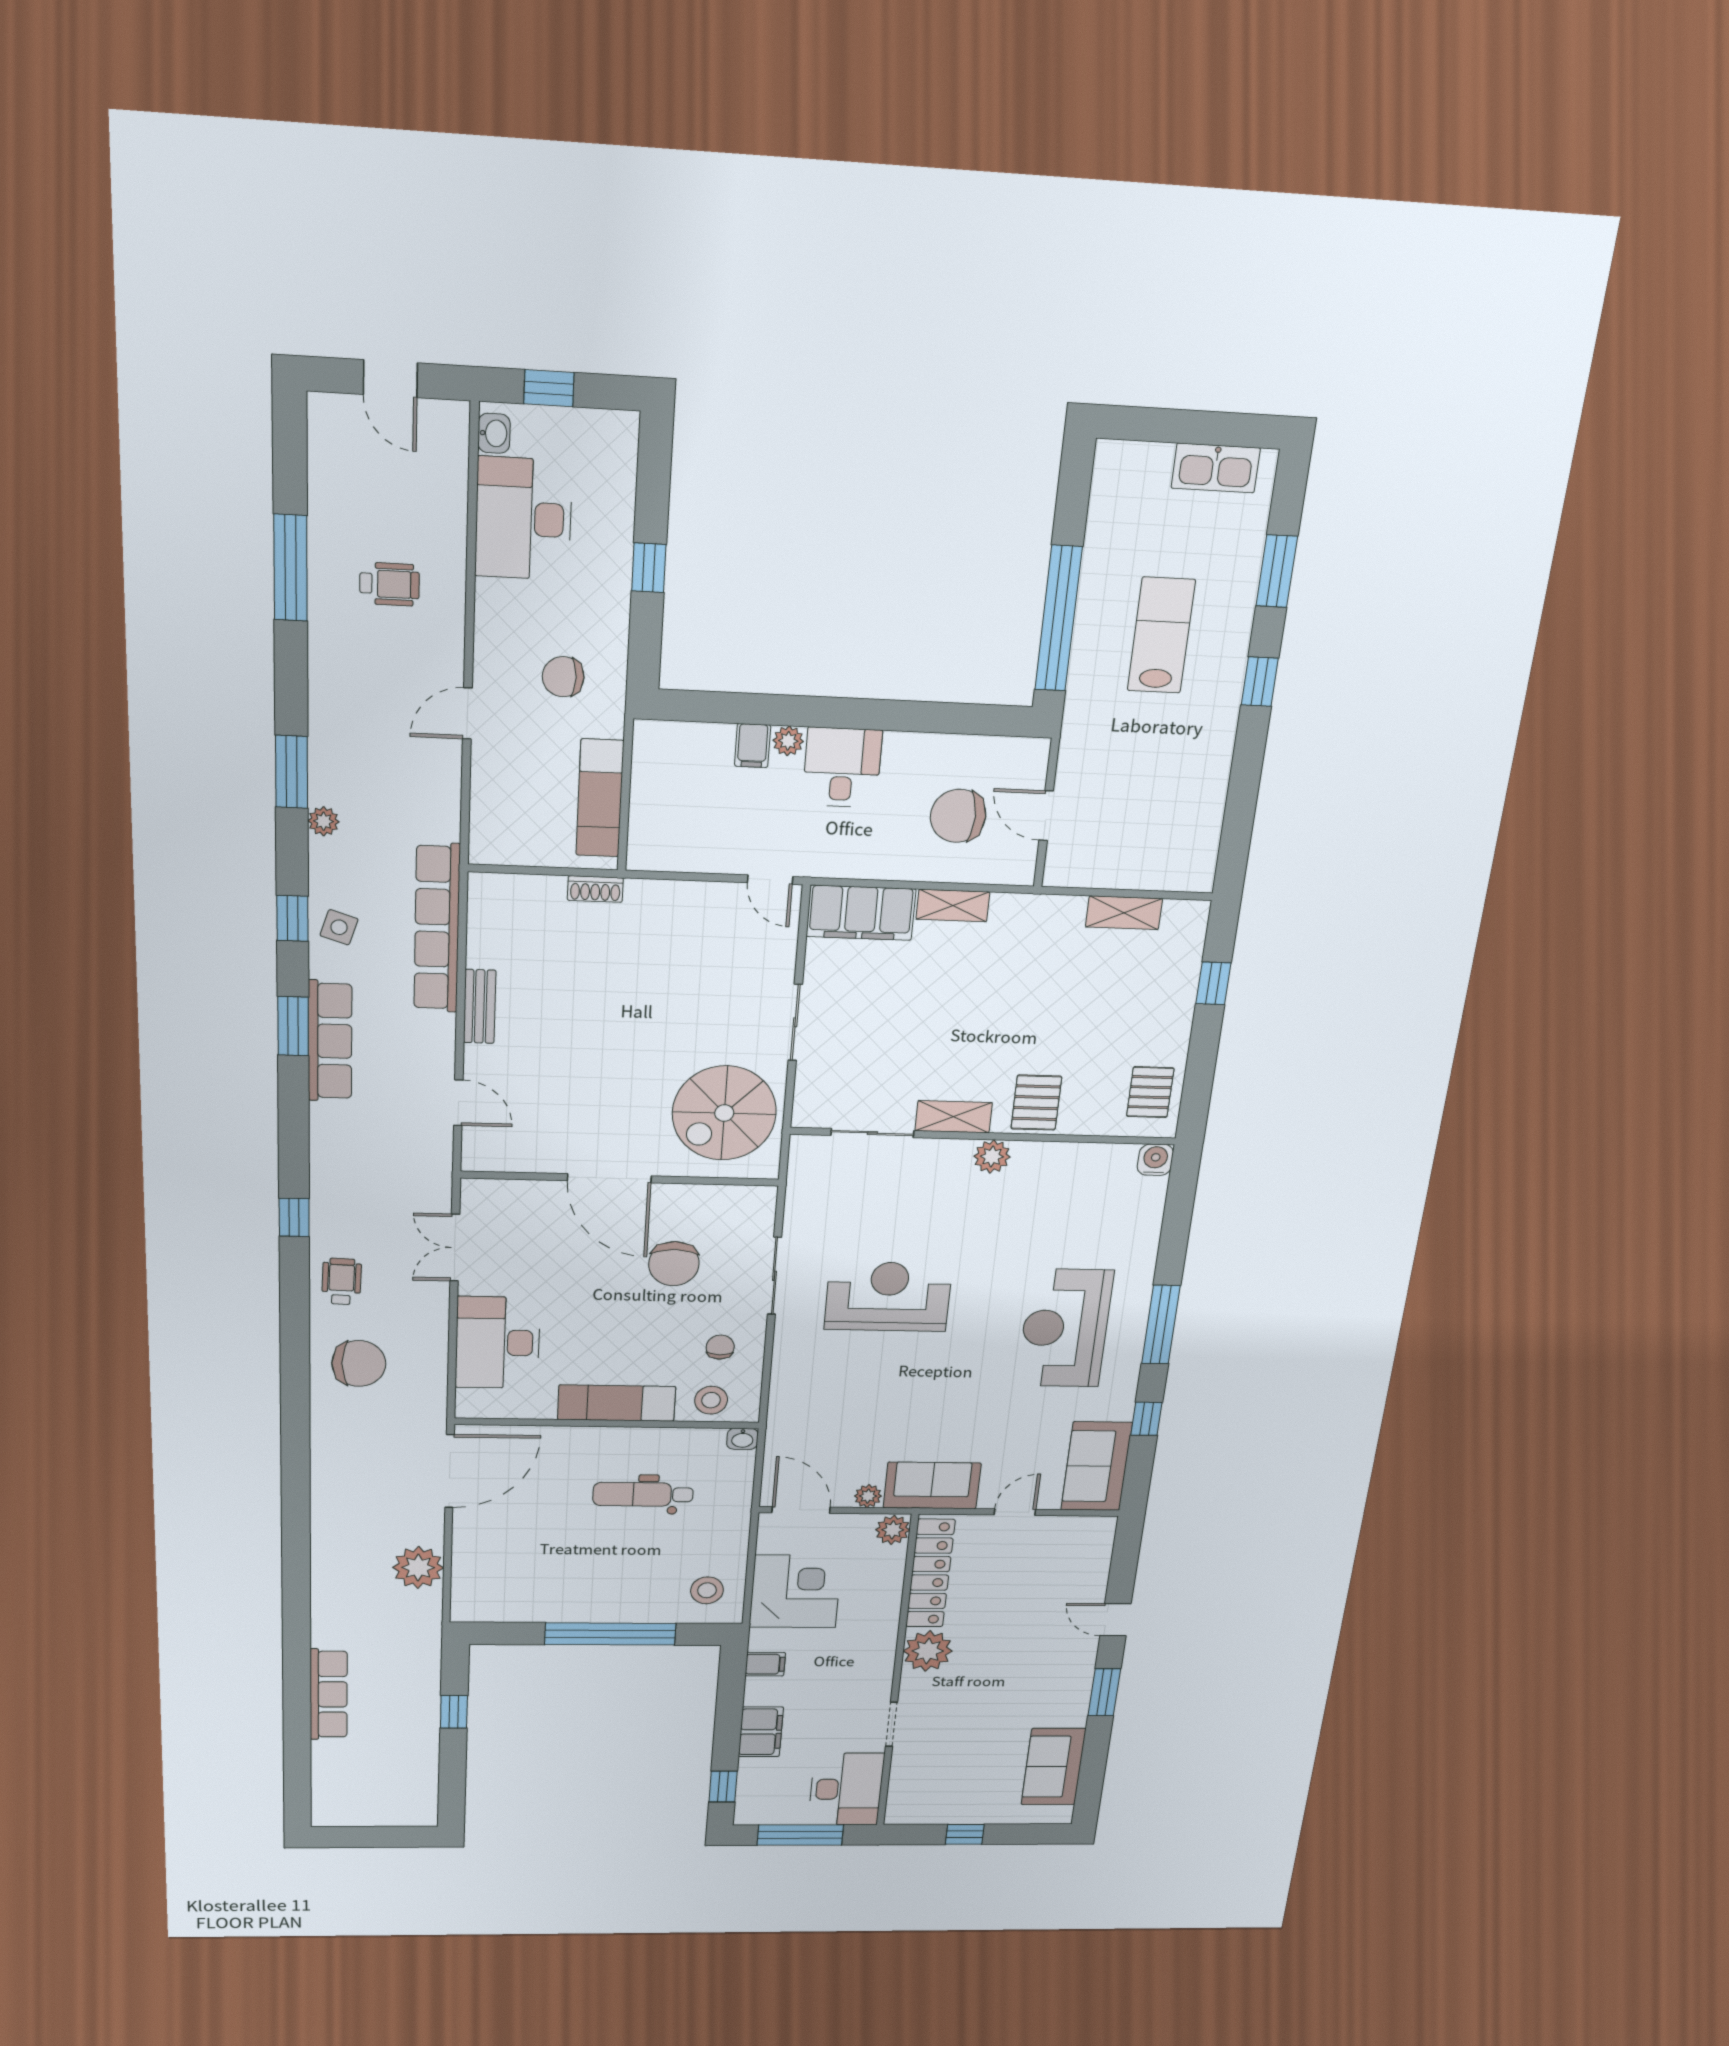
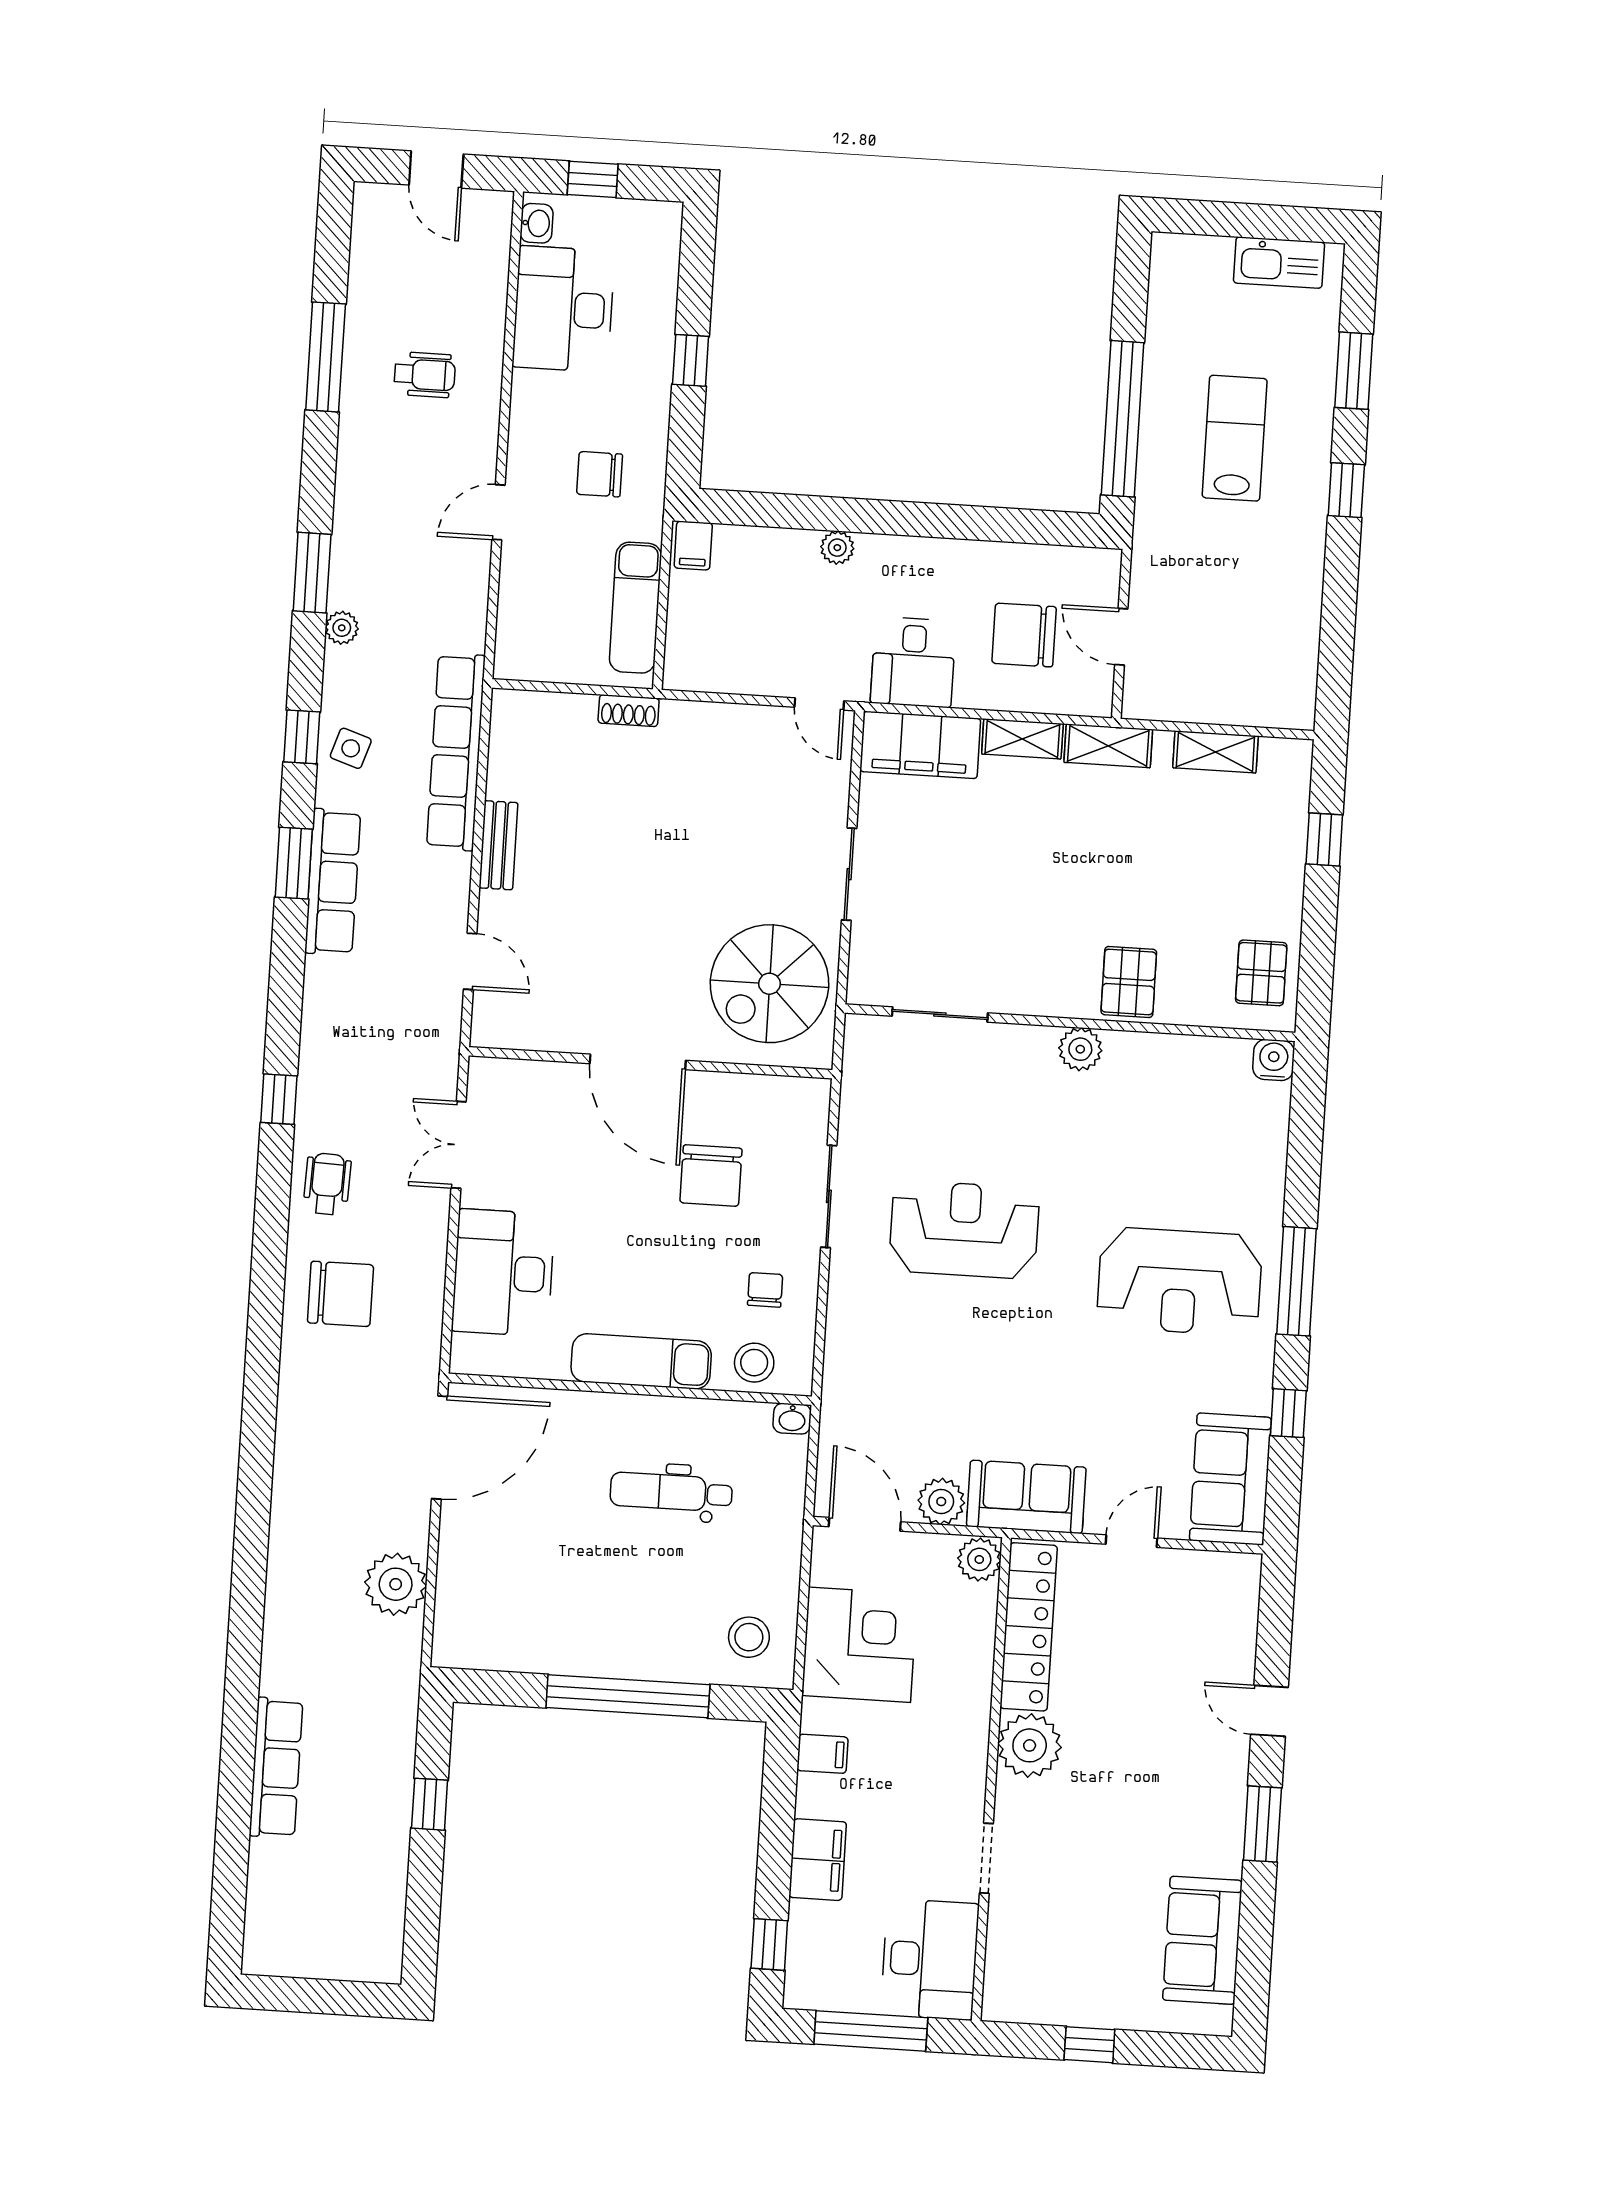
filing cabinet: (753, 746) -> (693, 546), moved
desk: (842, 767) -> (913, 662), moved, turned 180
shelving: (954, 1117) -> (1108, 746), moved
reception desk: (1065, 1328) -> (1179, 1281), turned -90
plant: (868, 1496) -> (941, 1502), width x1.38, depth x1.38

